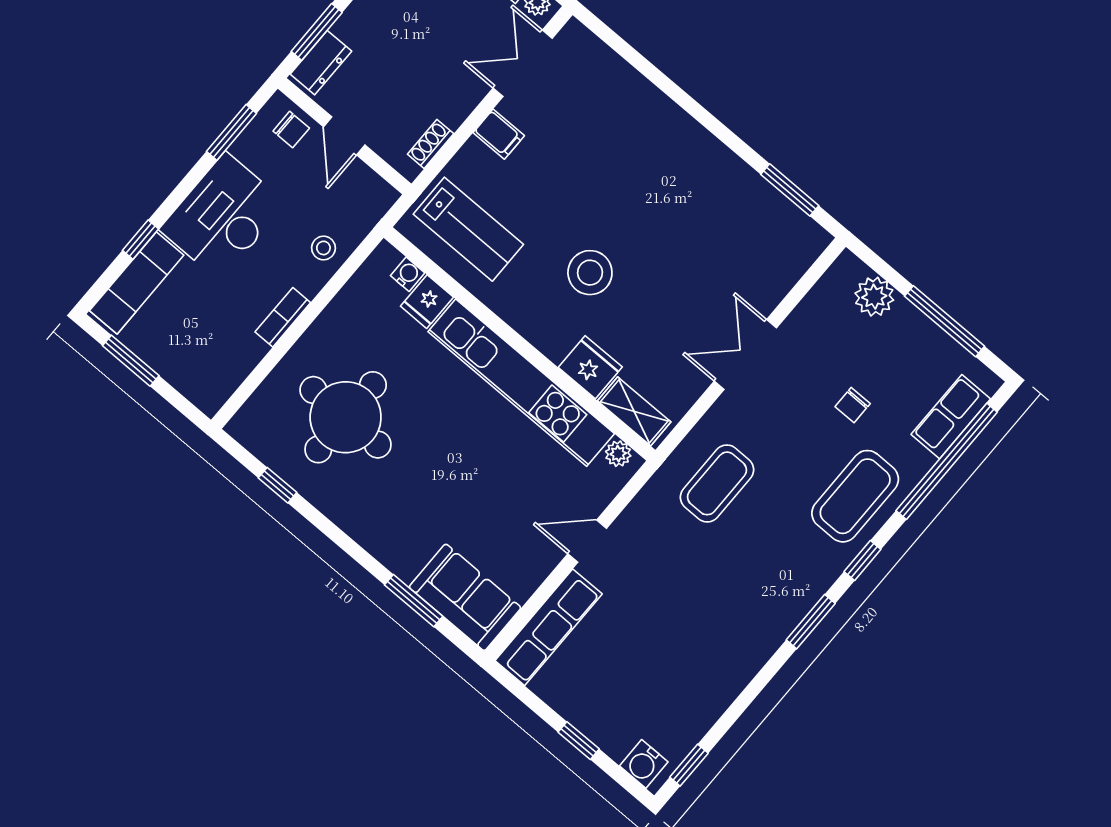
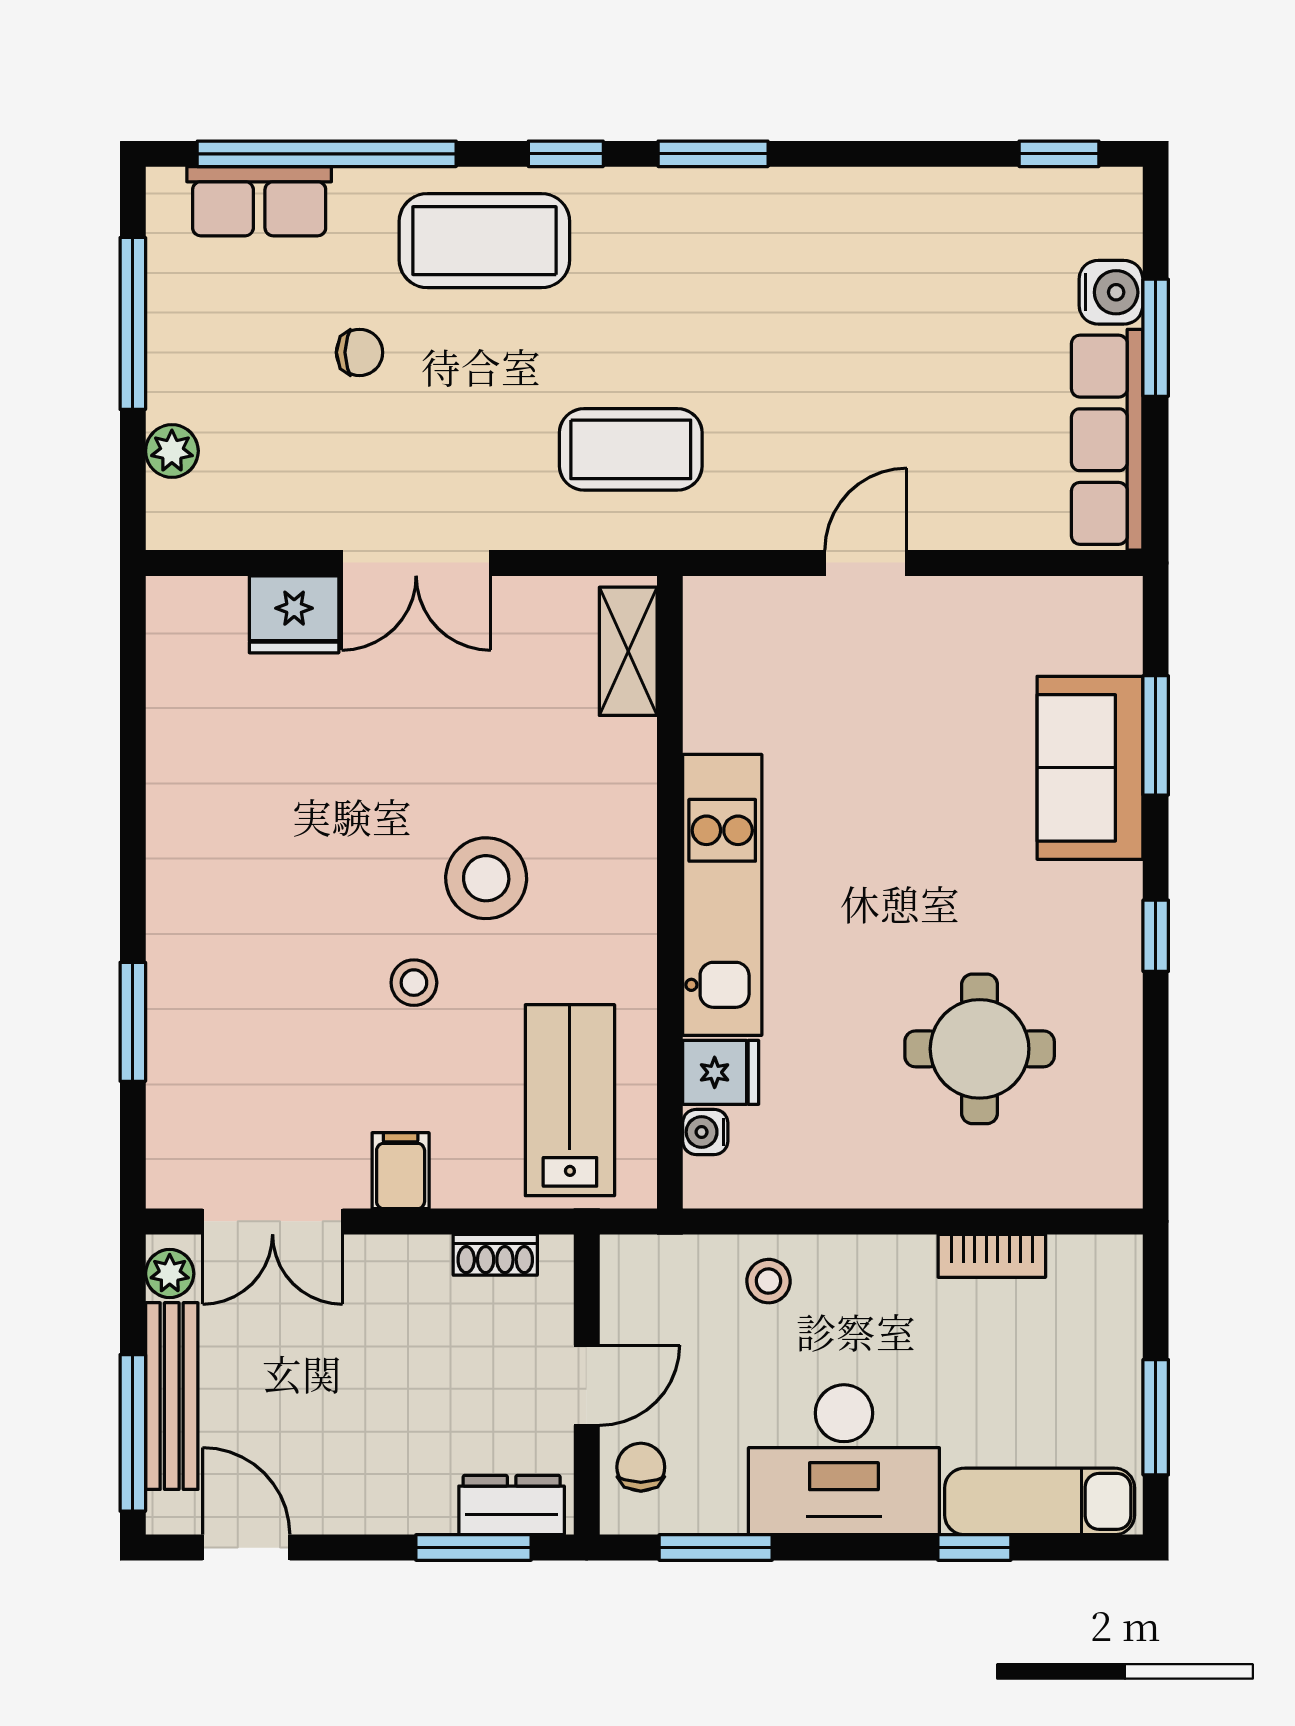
window: (790, 190) -> (133, 1022), moved
stool: (572, 206) -> (414, 983), added
plant: (874, 297) -> (172, 451), width x0.73, depth x0.73
bookcase: (283, 317) -> (992, 1256), moved
fridge: (590, 367) -> (294, 614), moved, turned -90
kitchen unit: (521, 383) -> (722, 895), width x0.73
round table: (346, 417) -> (980, 1049), width x0.73, depth x0.73
plant: (618, 454) -> (706, 623), removed
window: (278, 485) -> (1156, 936), moved
door: (587, 541) -> (866, 563), swing flipped
sofa: (465, 597) -> (1090, 768), moved
row of seats: (549, 627) -> (1107, 440), moved, turned -90
window: (579, 741) -> (1156, 338), width x1.50
water cooler: (644, 764) -> (1111, 292), moved

